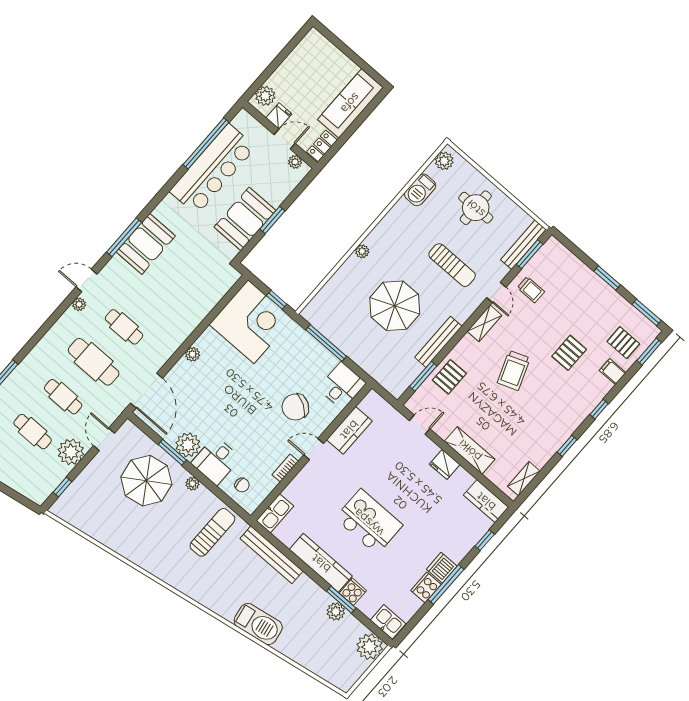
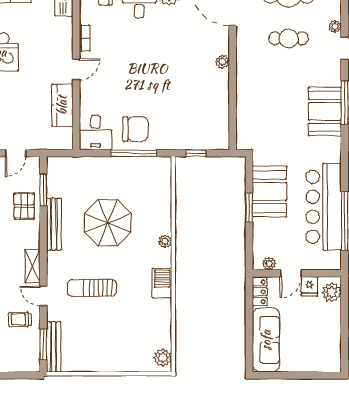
barbecue: (420, 190) -> (162, 283), moved
round table: (476, 208) -> (111, 344), removed
corner desk: (251, 322) -> (201, 121), removed
chair: (295, 407) -> (135, 129), moved, turned 59

